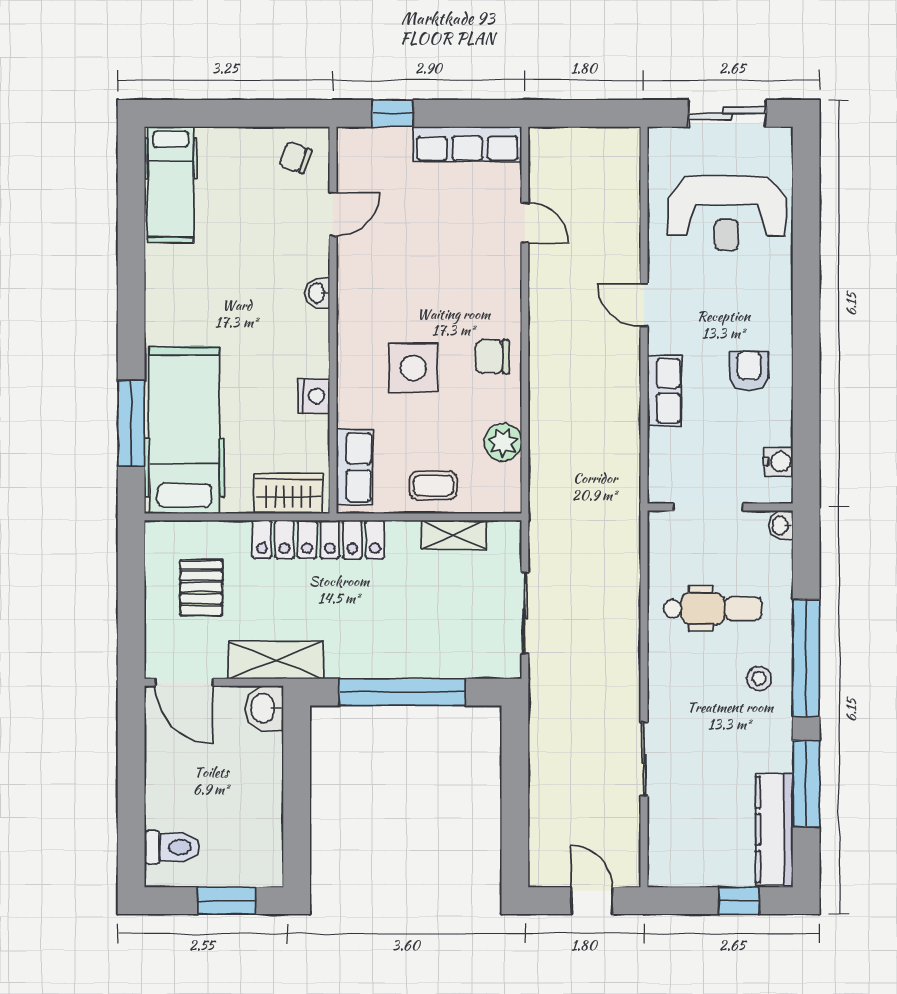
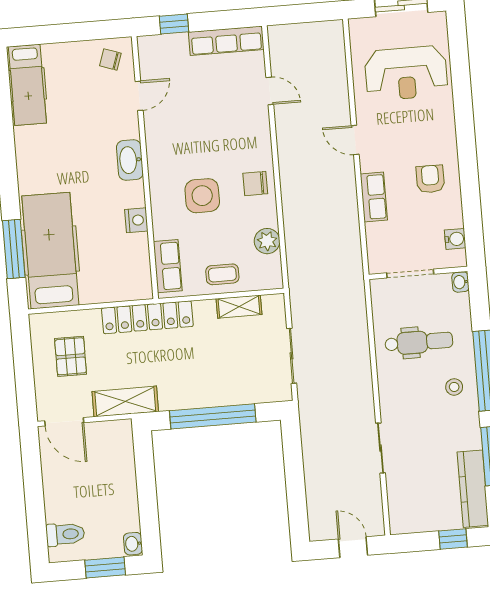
washbasin: (317, 293) -> (130, 160), width x1.91, depth x1.45
wardrobe: (288, 494) -> (124, 288), removed
washbasin: (264, 708) -> (133, 544), moved, width x0.72, depth x0.69

